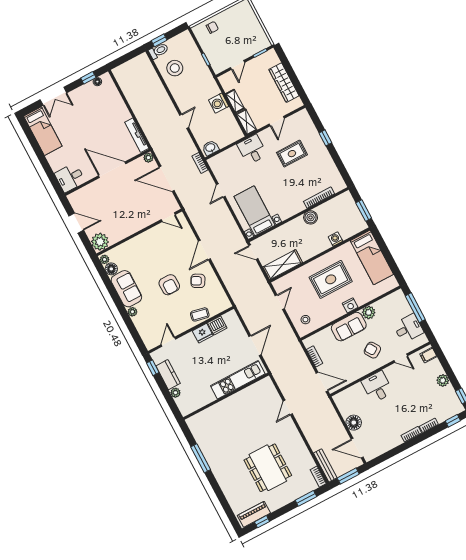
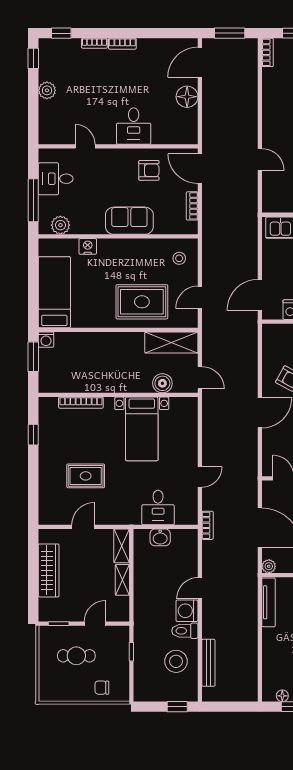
cafe table: (239, 39) -> (76, 656), added
toilet: (159, 51) -> (185, 631), moved
washing machine: (219, 103) -> (187, 611), moved, turned 180
window: (325, 138) -> (33, 435), moved
washbasin: (210, 148) -> (160, 537), moved
desk: (252, 150) -> (158, 507), moved
bed with nightstands: (254, 211) -> (142, 429), moved
boiler: (311, 217) -> (162, 383), moved
washing machine: (335, 239) -> (46, 340), moved
rug: (331, 279) -> (142, 302), moved
nightstand: (350, 305) -> (88, 246), moved
plant: (369, 312) -> (60, 225), moved
door: (255, 346) -> (260, 295), moved
armchair: (372, 350) -> (149, 170), moved, turned -57
filing cabinet: (428, 355) -> (48, 132), removed
door: (288, 407) -> (260, 160), hinge flipped
door: (357, 448) -> (200, 62), swing flipped
bench: (325, 465) -> (208, 663), moved

